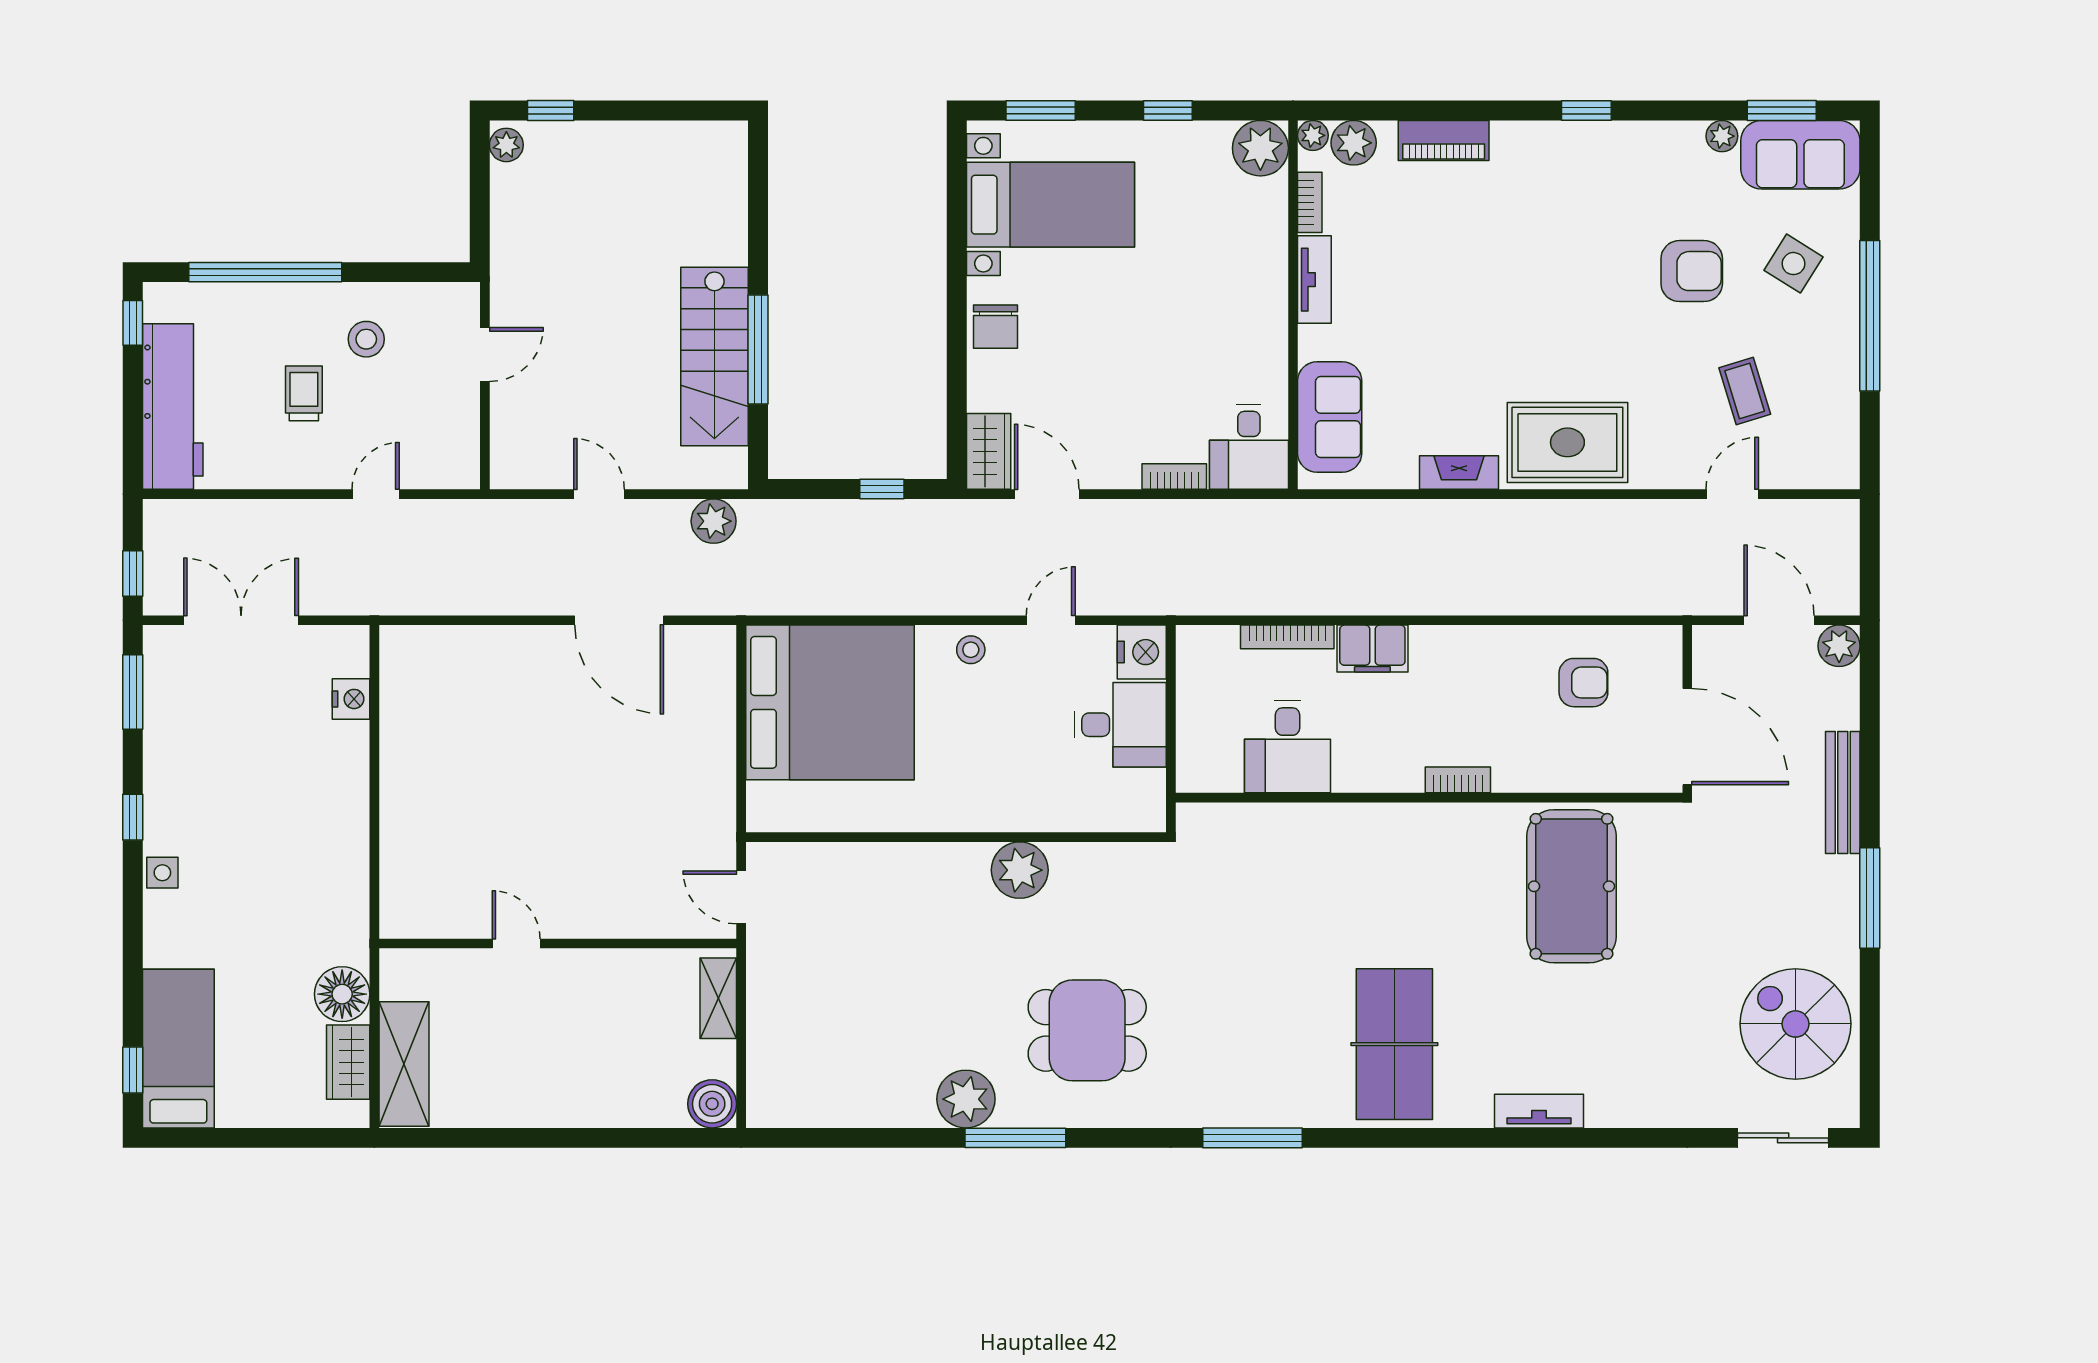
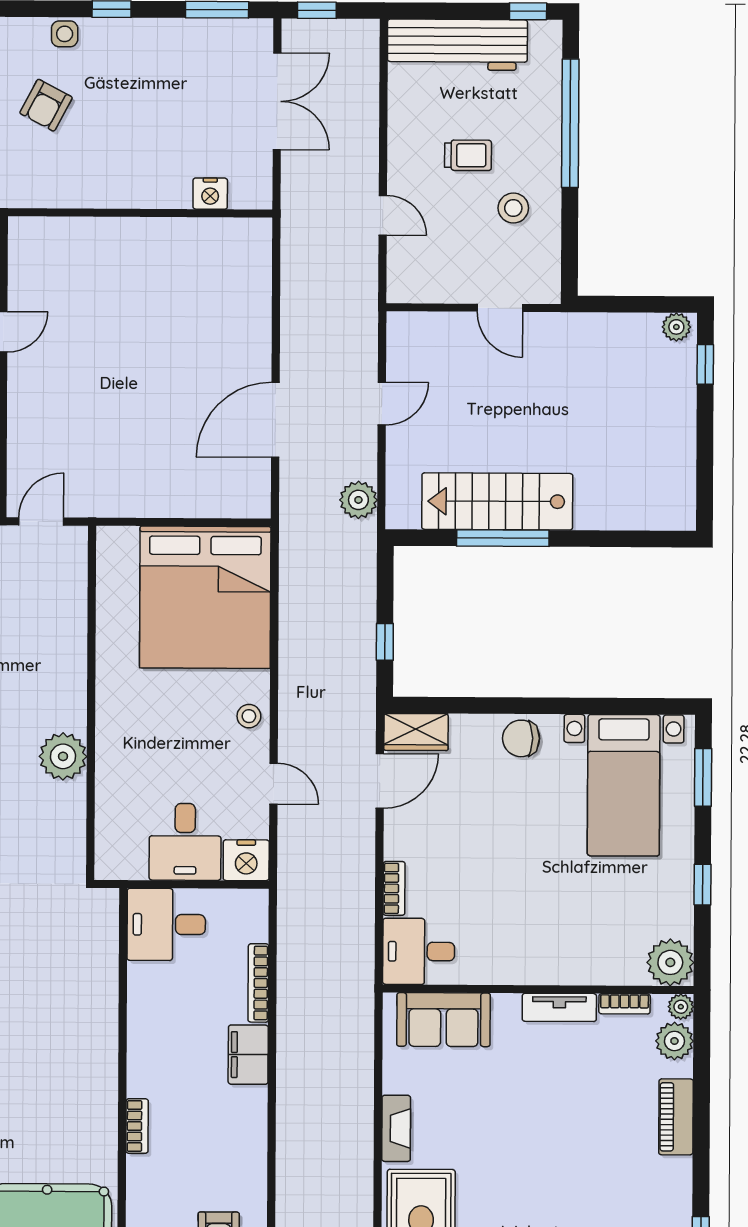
desk: (1287, 747) -> (166, 924), moved
armchair: (247, 894) -> (46, 105), added

